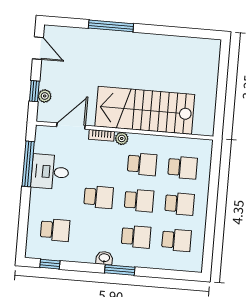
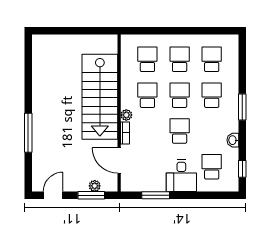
window: (34, 91) -> (91, 195), width x1.50
window: (28, 164) -> (156, 195), width x0.69
desk: (50, 172) -> (181, 176), moved
washbasin: (104, 258) -> (233, 140), moved

